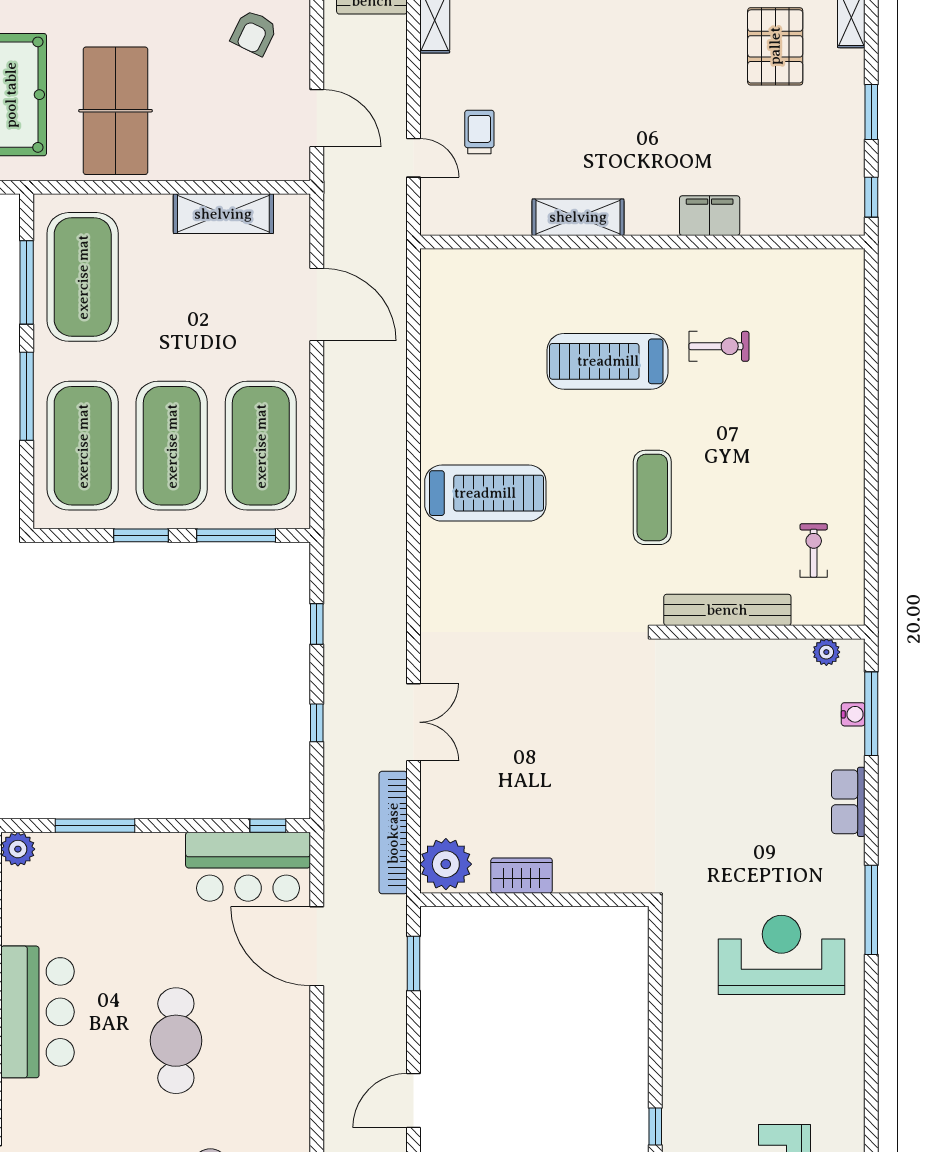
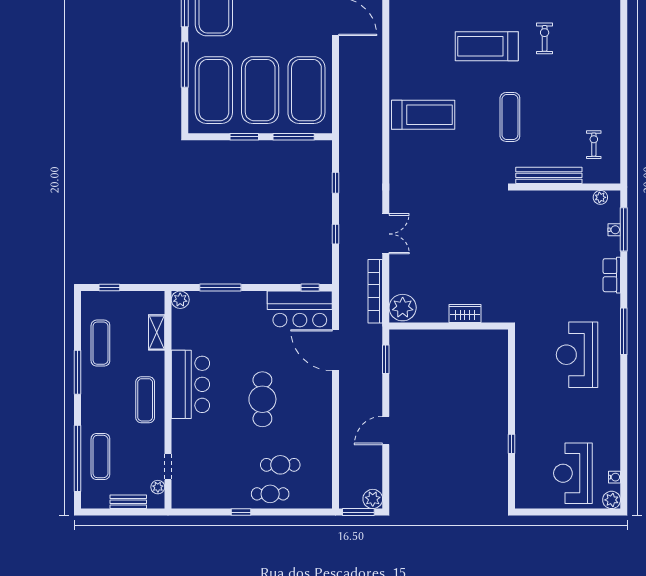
exercise bike: (719, 346) -> (545, 38), turned -90
wardrobe: (522, 876) -> (465, 313), moved
reception desk: (781, 955) -> (577, 355), turned -90

